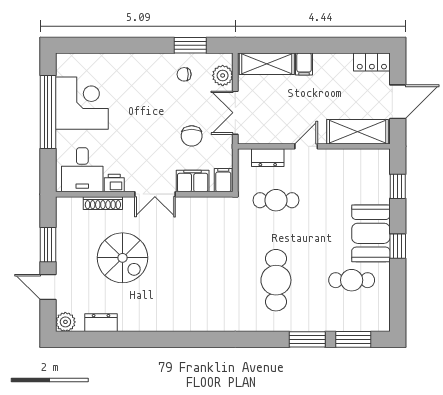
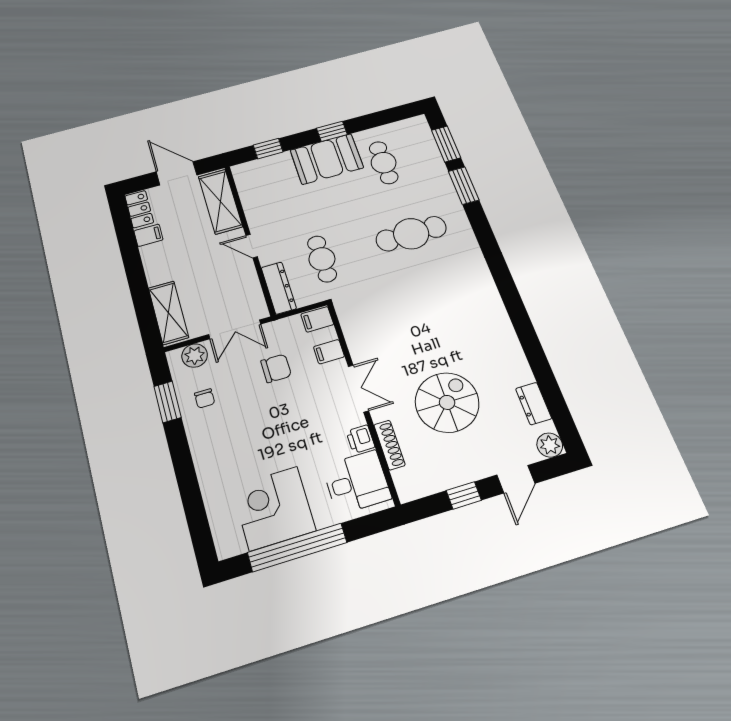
filing cabinet: (304, 64) -> (148, 235), moved
dresser: (268, 158) -> (279, 288), width x1.44
filing cabinet: (193, 181) -> (329, 352), width x0.50
window: (48, 245) -> (464, 495), width x0.67

